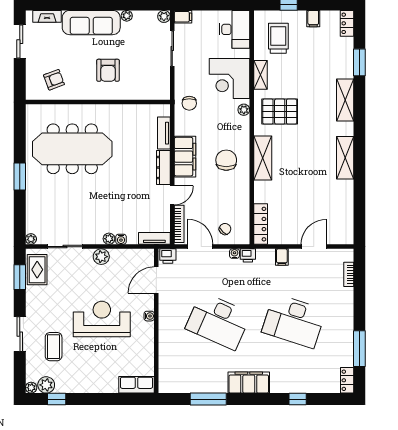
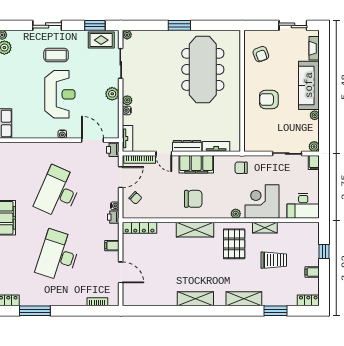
trolley: (278, 38) -> (274, 260), moved
coffee table: (54, 347) -> (56, 55), moved

